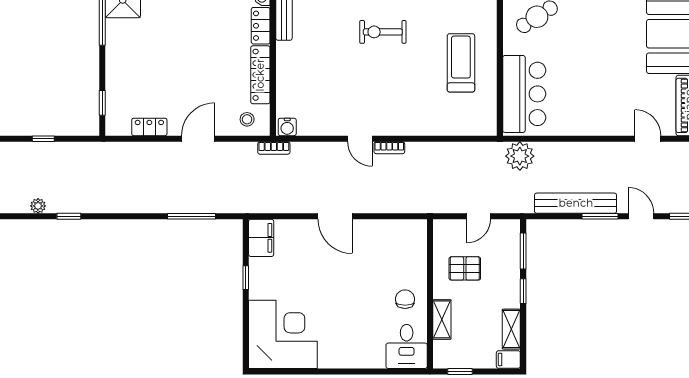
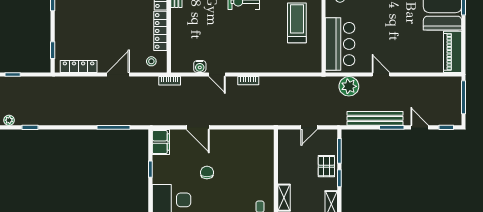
locker: (149, 127) -> (79, 66), width x1.53
water cooler: (287, 127) -> (200, 66), moved
door: (360, 139) -> (217, 74), moved
door: (648, 139) -> (381, 74), moved
plant: (520, 156) -> (349, 86), moved
door: (335, 216) -> (198, 127), moved
pallet: (465, 268) -> (326, 166), moved, turned 90
chair: (405, 299) -> (207, 173), moved

